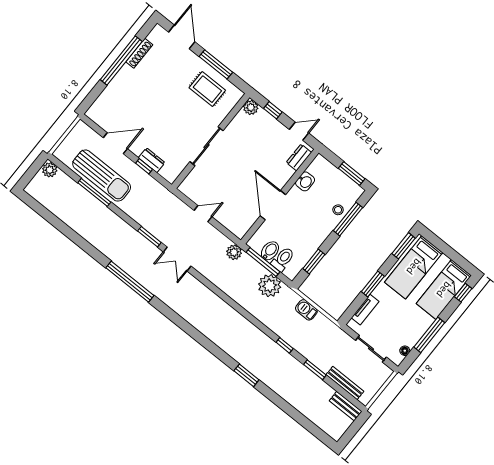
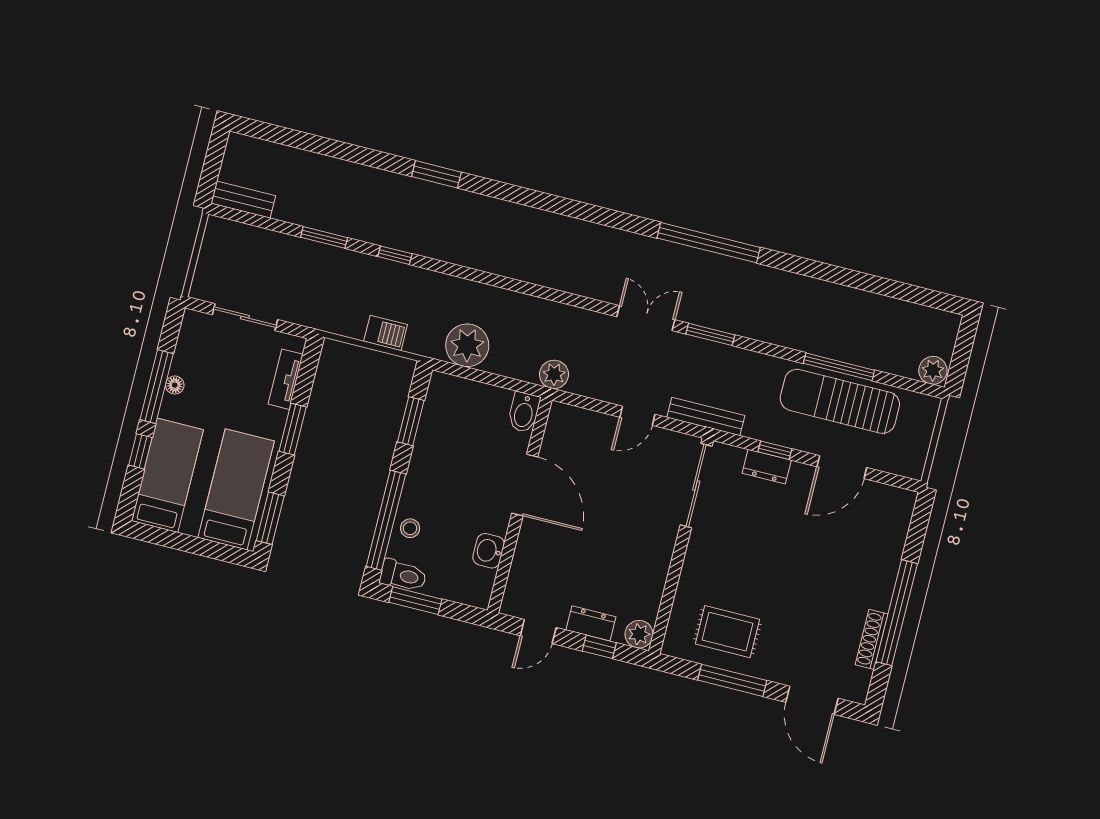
sliding door: (206, 146) -> (696, 486), moved
dresser: (299, 157) -> (591, 623), moved, turned -90
window: (348, 219) -> (386, 520), width x1.46
bidet: (270, 251) -> (524, 412), moved
toilet: (283, 259) -> (403, 575), moved, turned -90
window: (263, 262) -> (497, 380), removed
window: (463, 293) -> (140, 451), moved
floor lamp: (405, 351) -> (175, 385), moved
bench: (345, 383) -> (706, 417), moved

